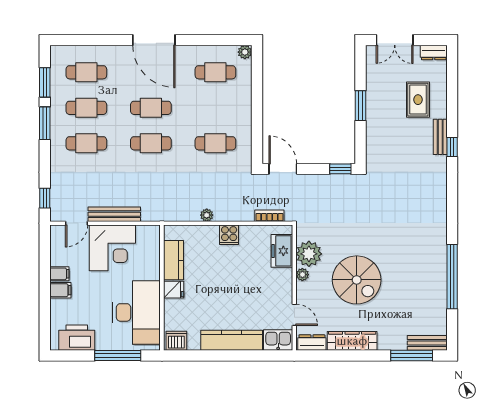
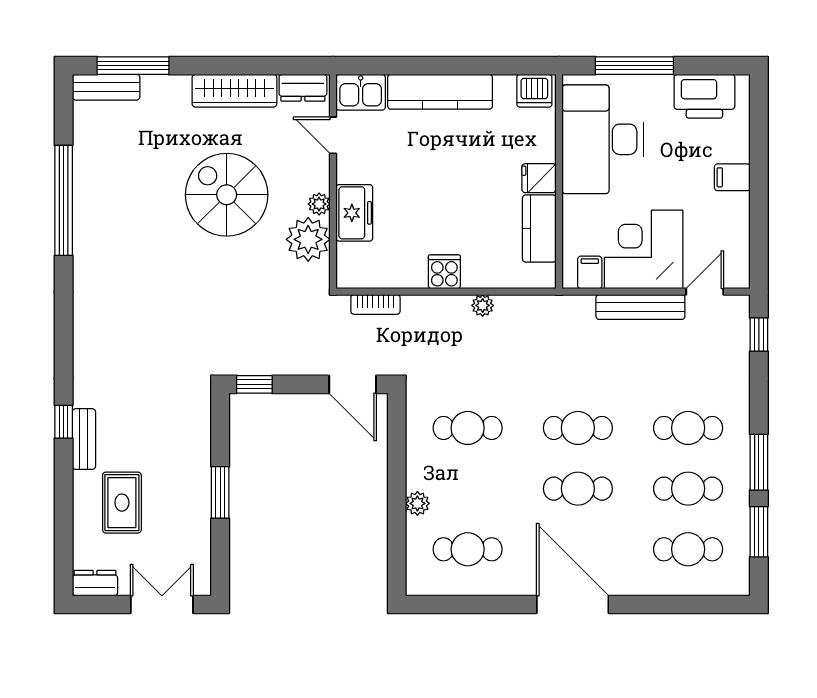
plant: (245, 52) -> (417, 503), moved
freezer: (282, 251) -> (354, 213), moved
filing cabinet: (59, 274) -> (590, 272), moved, turned 90

